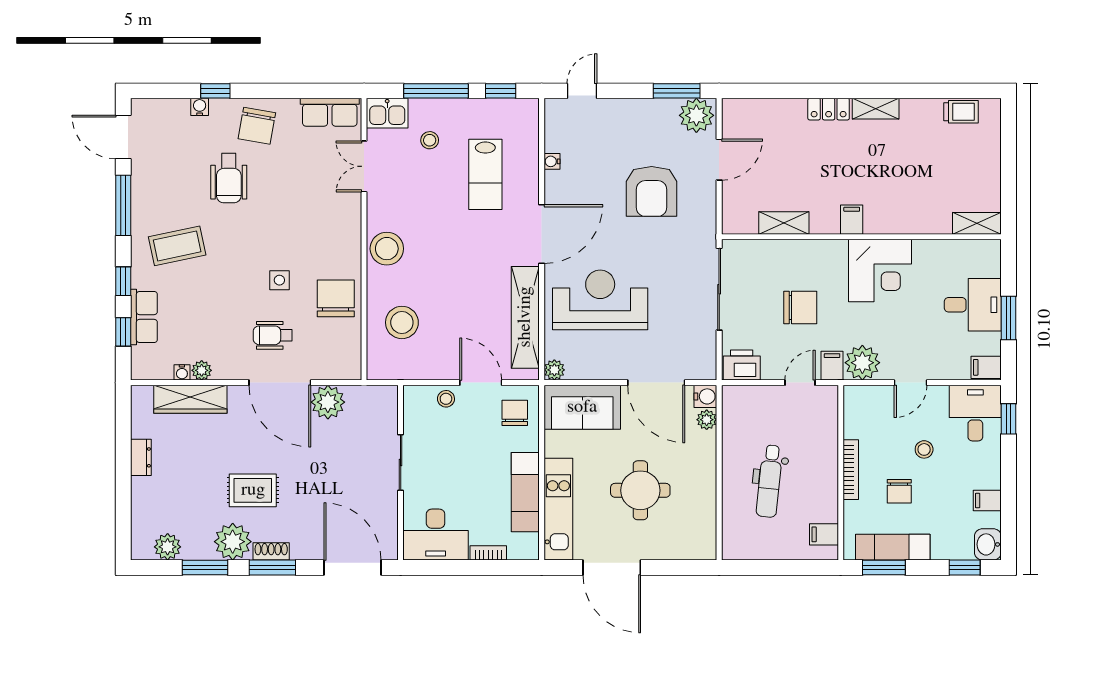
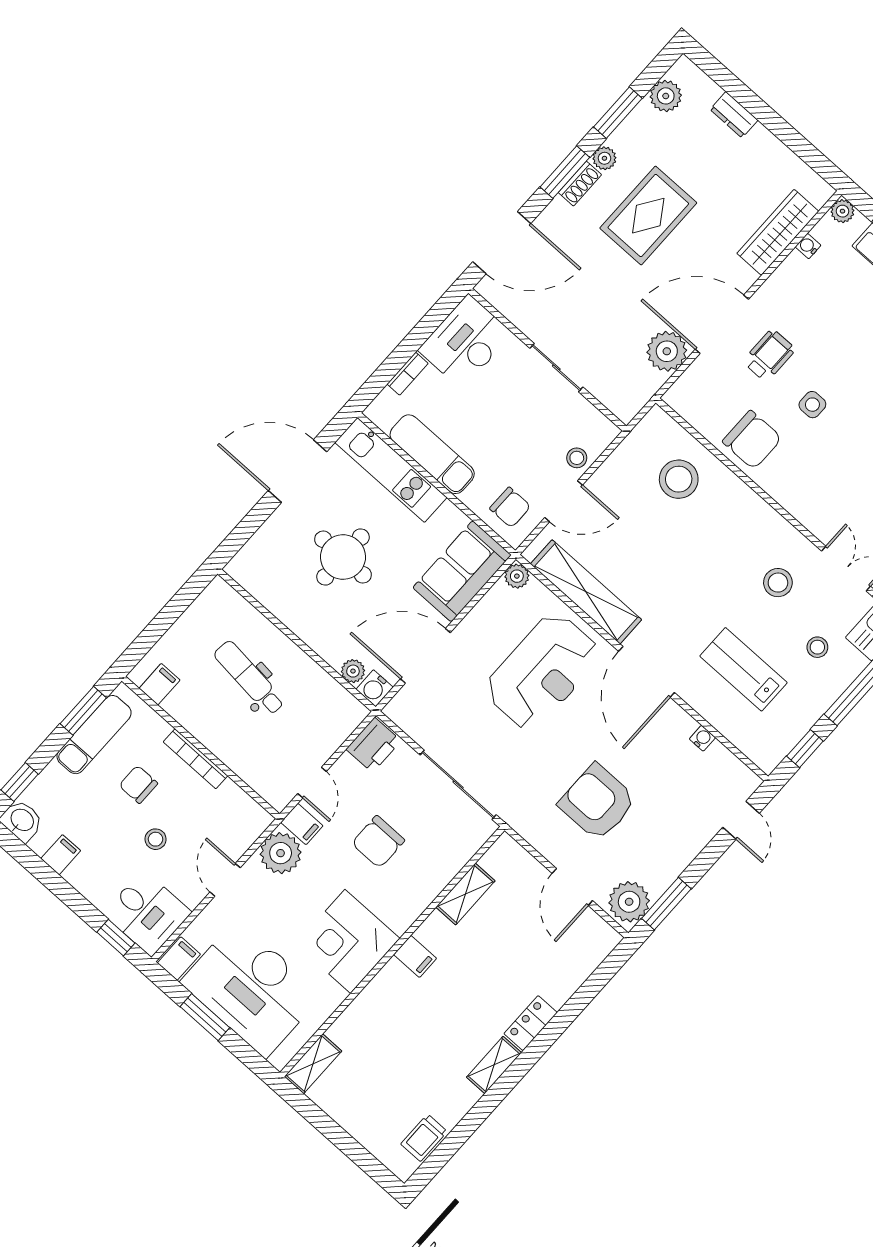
stool: (387, 249) -> (778, 583), moved, width x0.73, depth x0.73
desk: (973, 305) -> (251, 989), width x1.87, depth x1.30
plant: (202, 370) -> (842, 211), moved
dresser: (141, 457) -> (734, 115), moved
rug: (253, 490) -> (648, 216), width x1.36, depth x1.43
plant: (233, 542) -> (604, 158), width x0.53, depth x0.53

